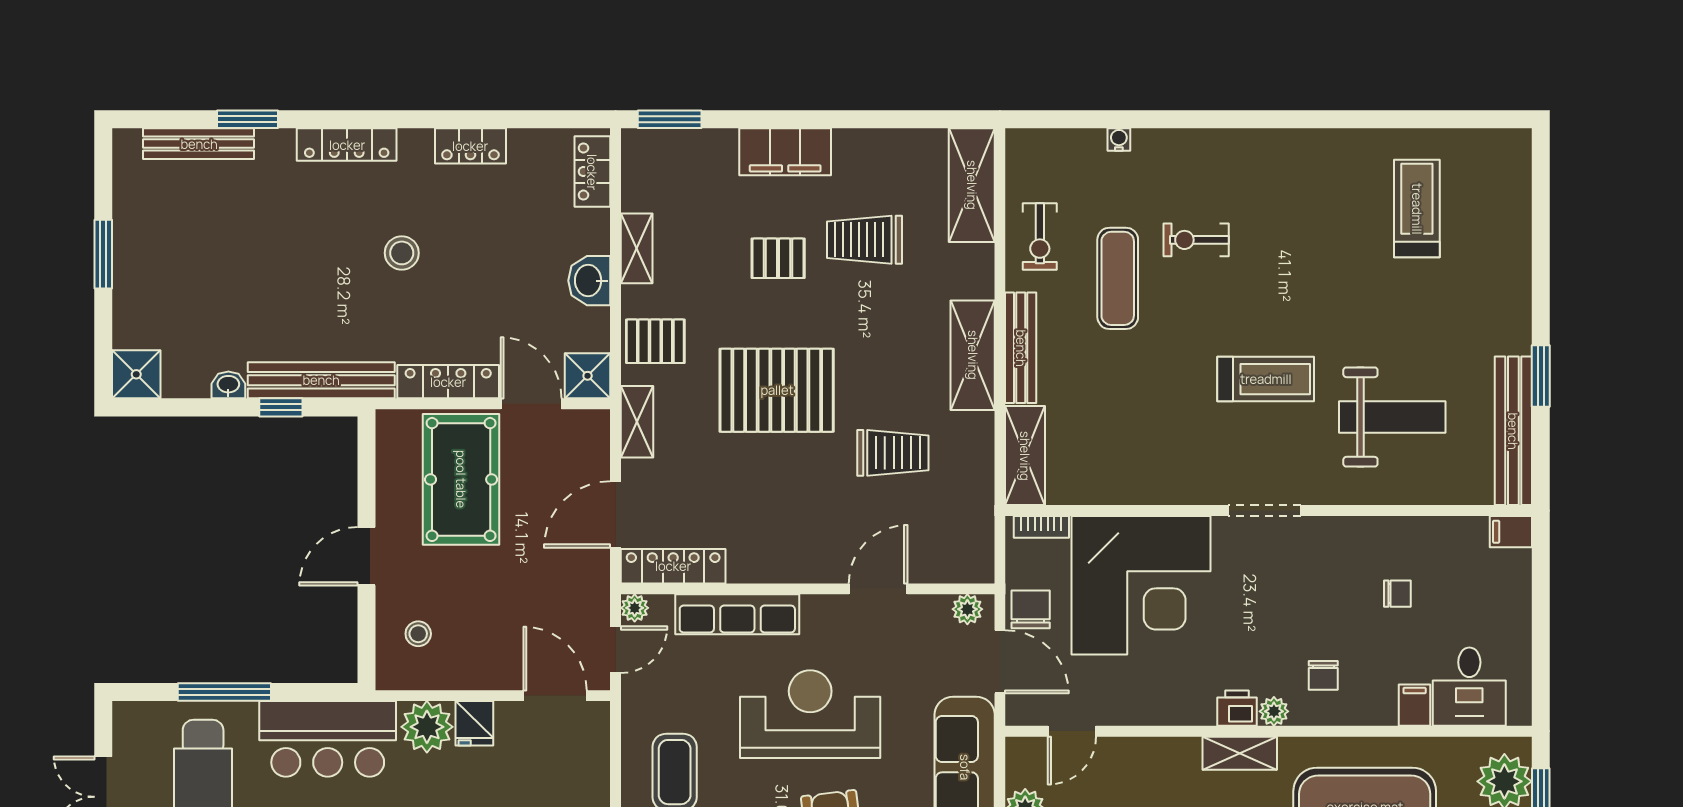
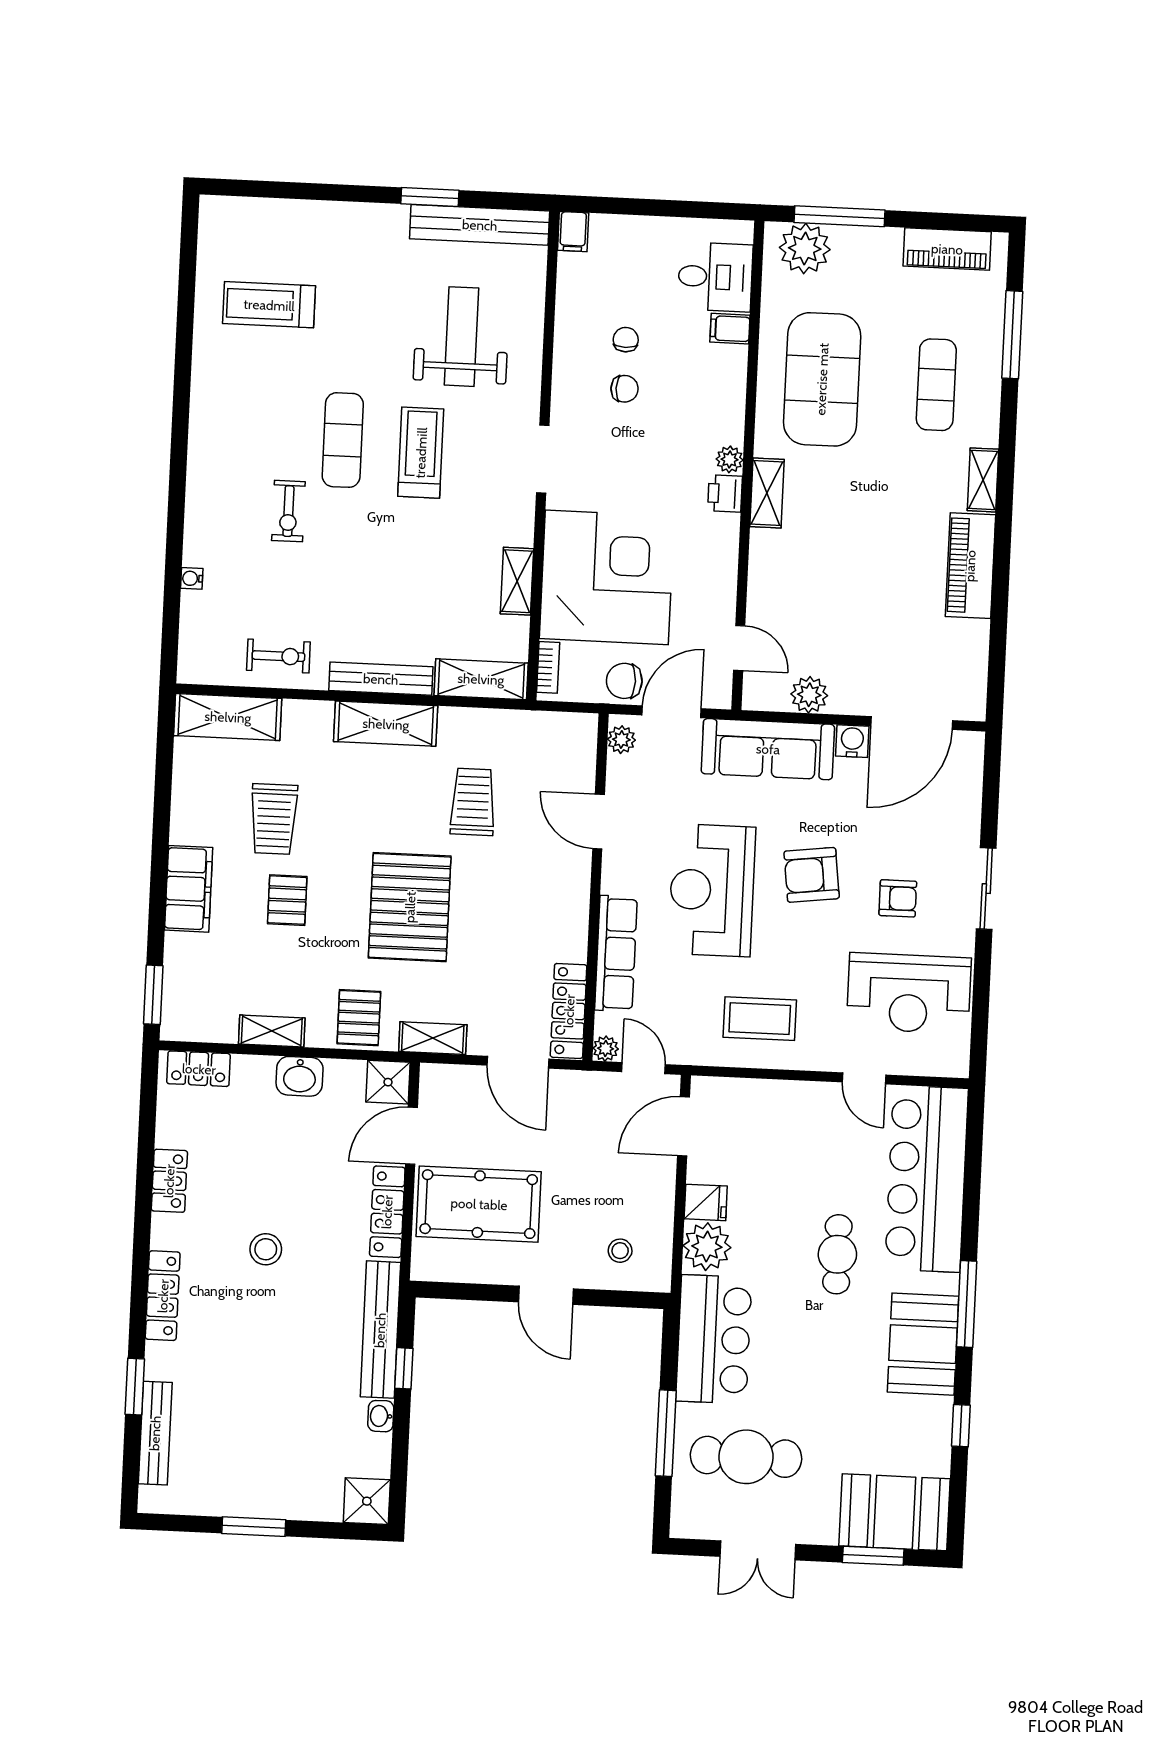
exercise mat: (1118, 278) -> (343, 440), moved, turned 90
shelving: (1132, 489) -> (517, 581), added
chair: (1323, 675) -> (625, 389), moved

